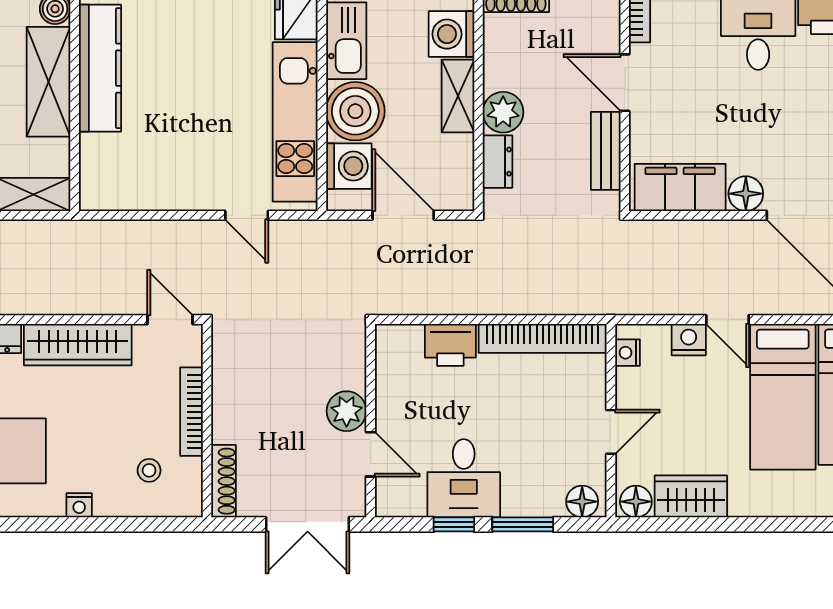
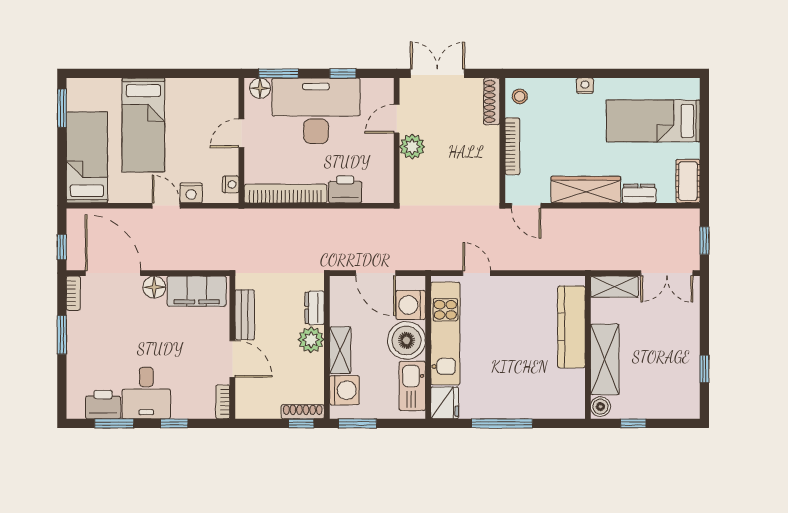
kitchen counter: (100, 68) -> (571, 327), moved
bed: (783, 397) -> (143, 125), moved, turned 180
door: (371, 454) -> (397, 119), hinge flipped
stool: (149, 470) -> (520, 96), moved
desk: (464, 478) -> (316, 111), width x1.87, depth x1.30
wardrobe: (691, 496) -> (190, 91), removed
floor lamp: (636, 502) -> (225, 88), removed
window: (523, 524) -> (278, 73), moved

